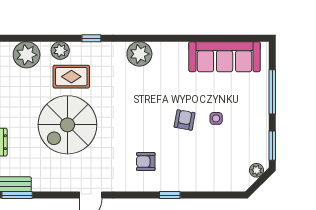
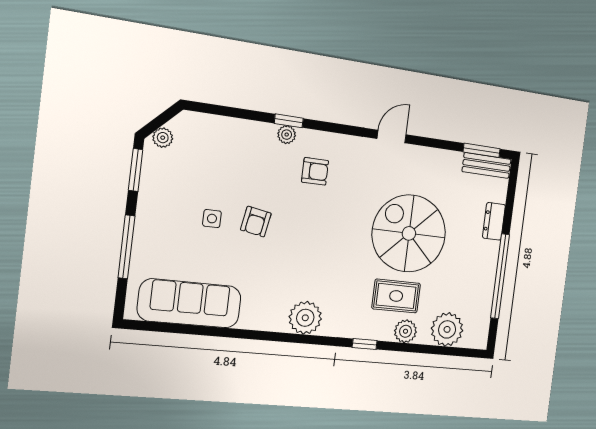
spiral stairs: (67, 125) -> (409, 233), turned -90
plant: (170, 185) -> (287, 135), added

